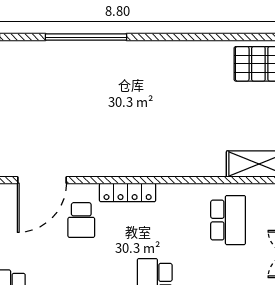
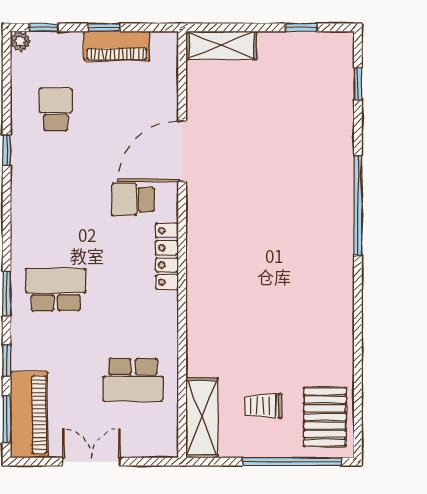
trolley: (249, 114) -> (263, 406), added
door: (42, 180) -> (182, 151), hinge flipped

